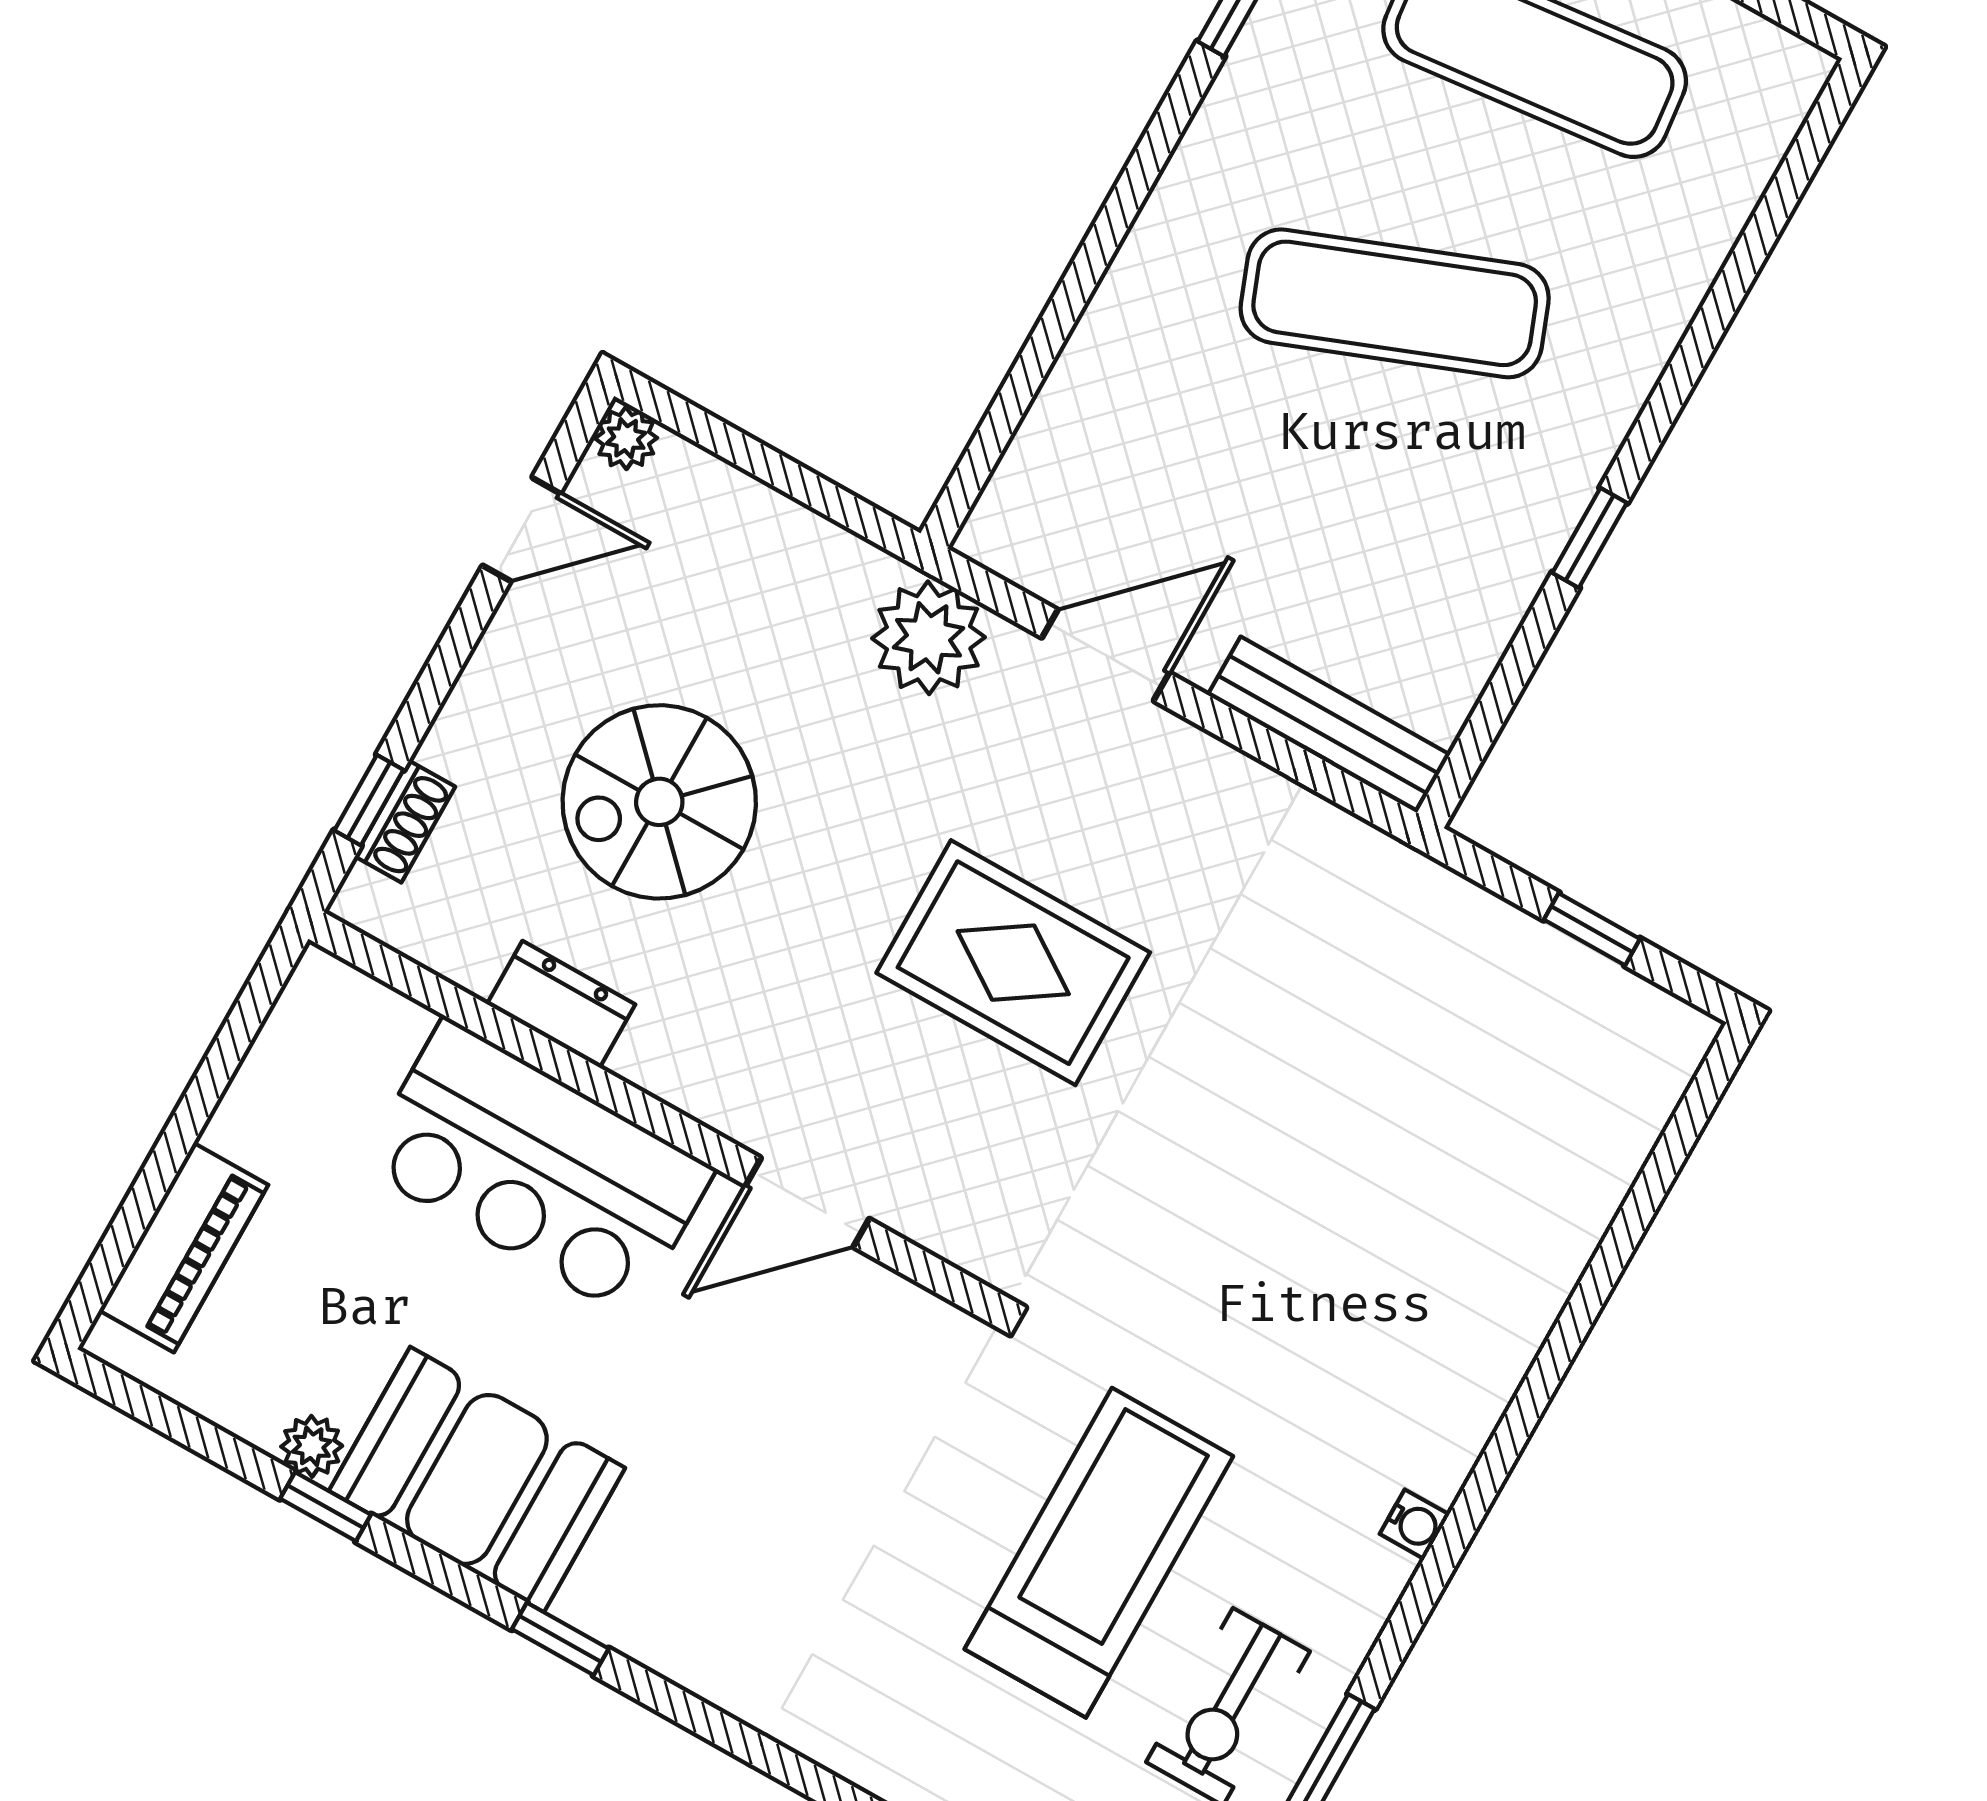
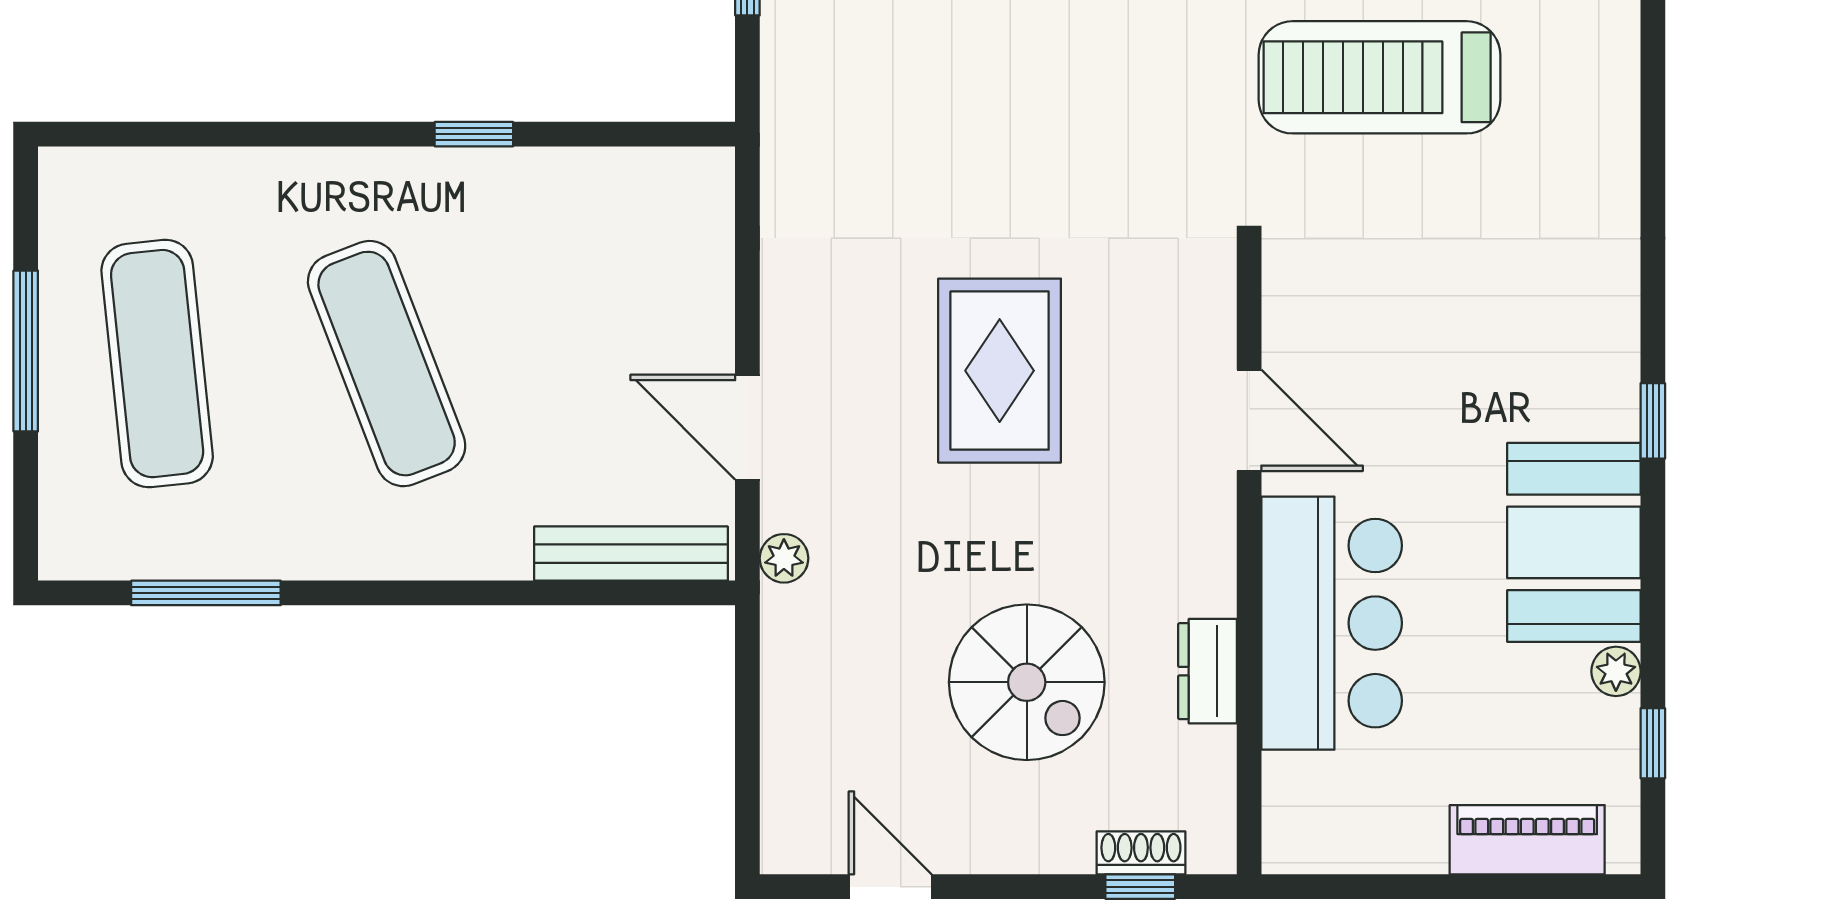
plant: (626, 438) -> (785, 849), removed
plant: (929, 638) -> (784, 558), width x0.53, depth x0.53
bench: (1329, 725) -> (631, 554), moved, turned 90
window: (325, 1507) -> (1653, 743), moved

